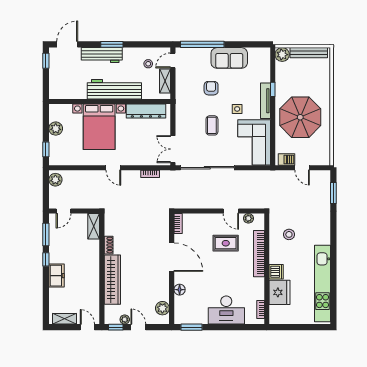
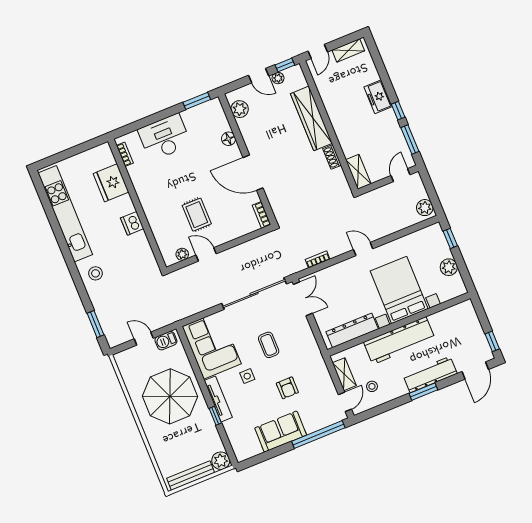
stool: (289, 234) -> (96, 273), moved
rug: (226, 243) -> (197, 215), turned 90
bookcase: (259, 254) -> (153, 218), removed
dishwasher: (276, 272) -> (132, 223), moved
door: (87, 327) -> (318, 52), hinge flipped

